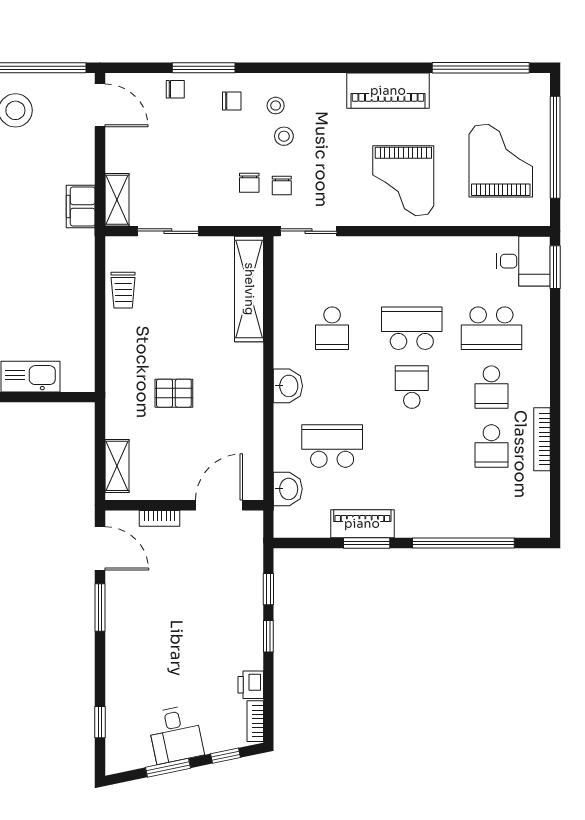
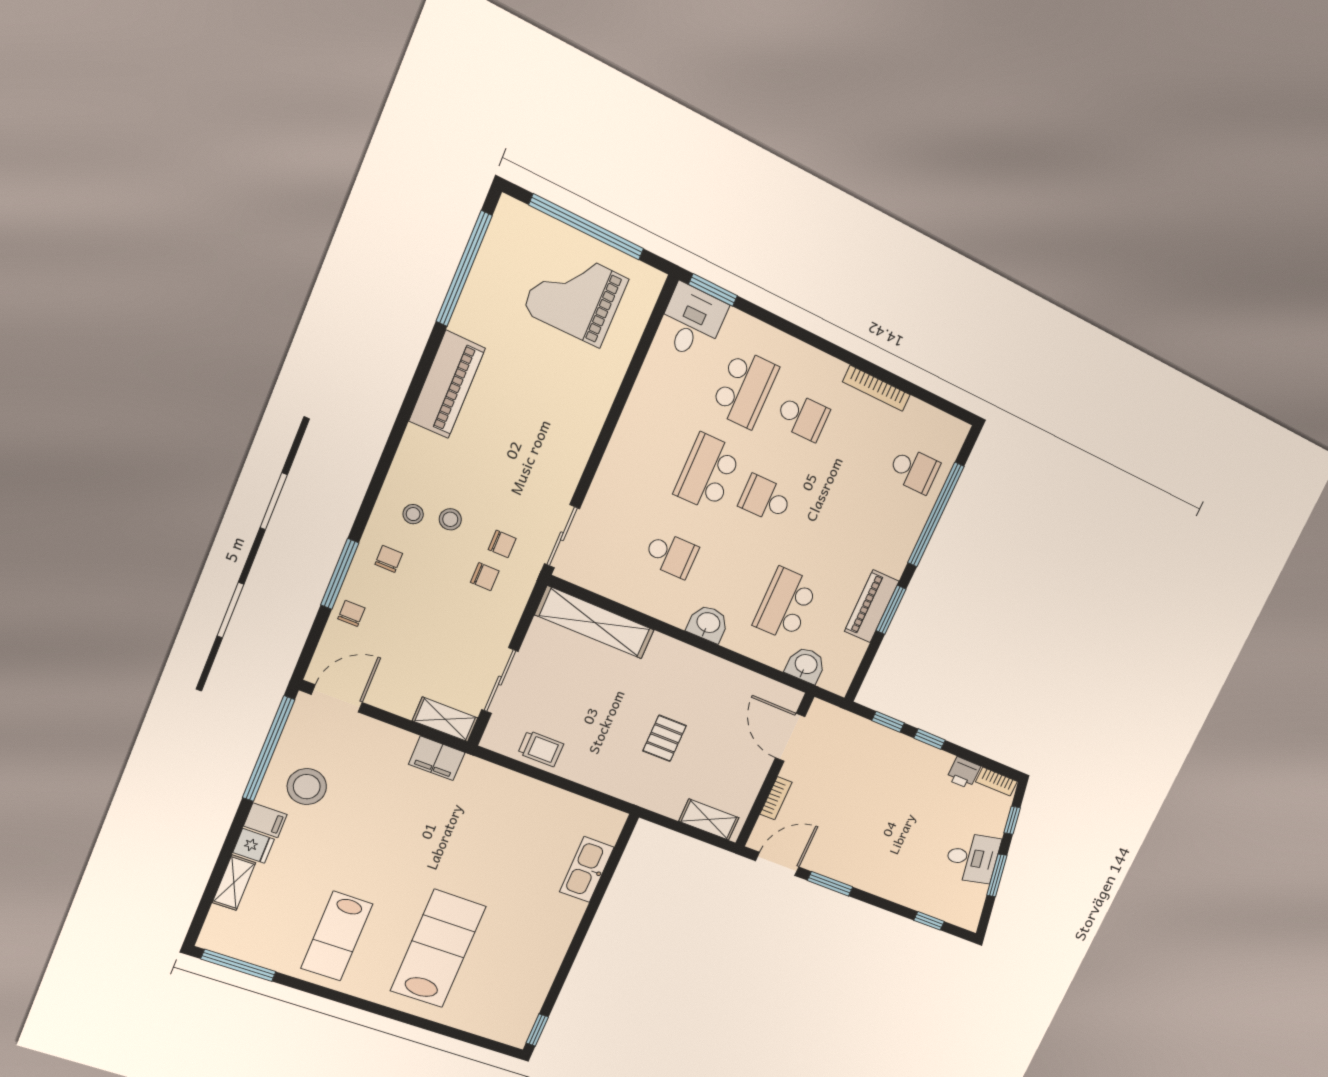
grand piano: (403, 181) -> (552, 412), removed
school desk: (491, 446) -> (914, 470), moved

